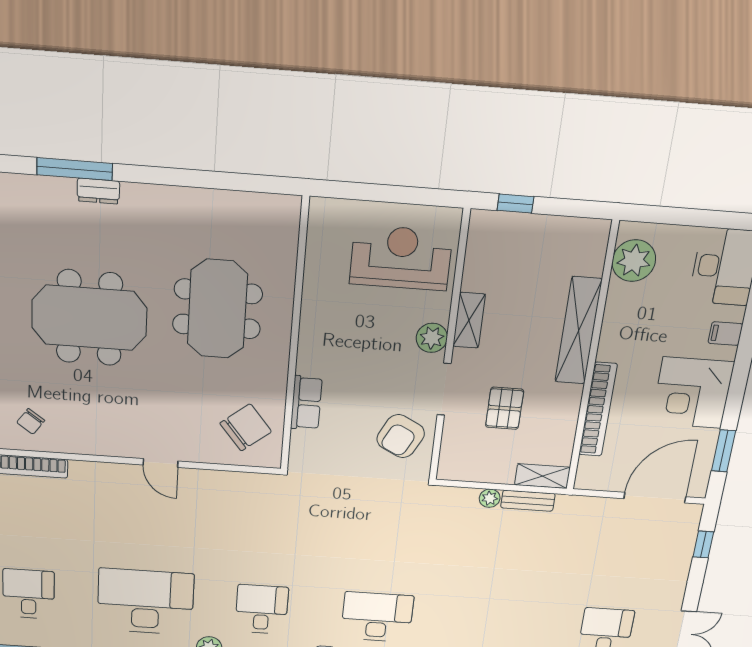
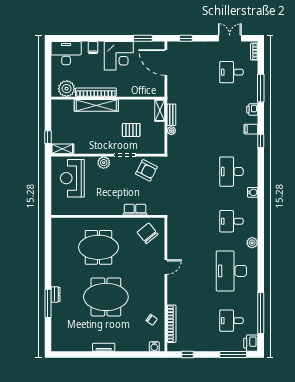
meeting table: (89, 318) -> (106, 297), turned 90
shelving: (469, 320) -> (62, 149), moved
bookcase: (598, 410) -> (96, 92), moved

